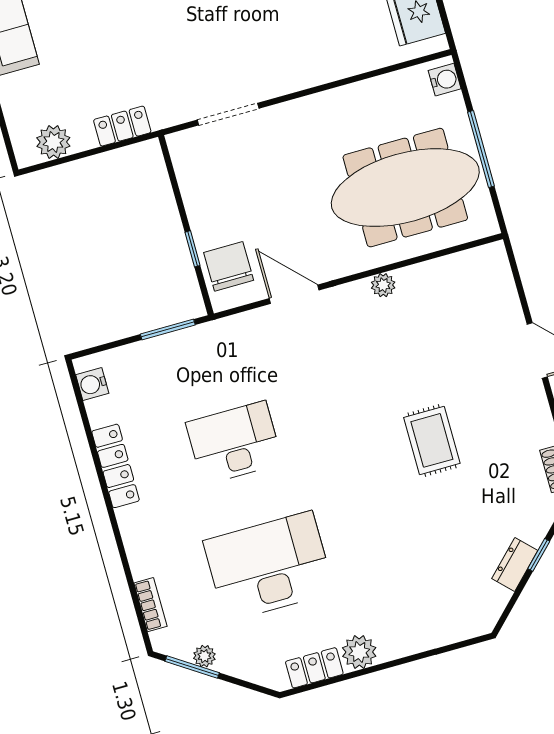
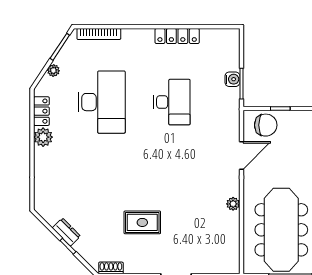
water cooler: (92, 384) -> (232, 79), moved, turned 90
rug: (432, 440) -> (142, 222), moved
bookcase: (150, 605) -> (99, 34), width x1.56
plant: (204, 656) -> (53, 70), moved

